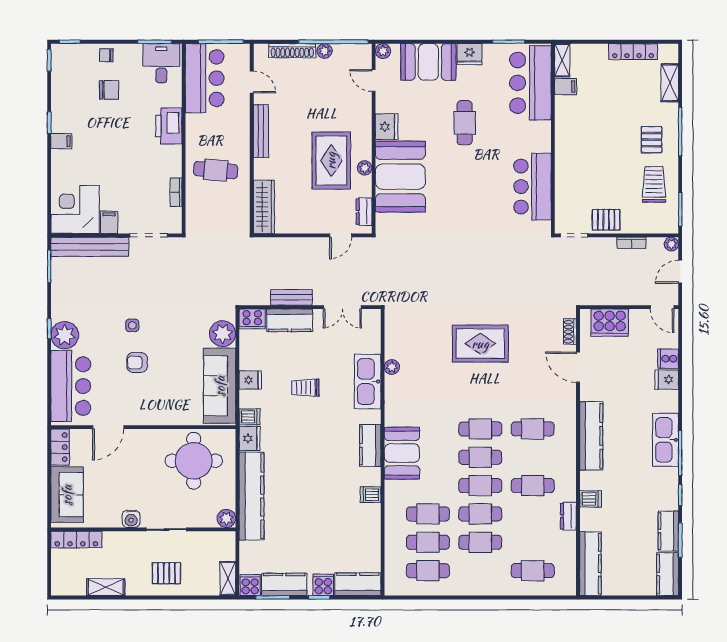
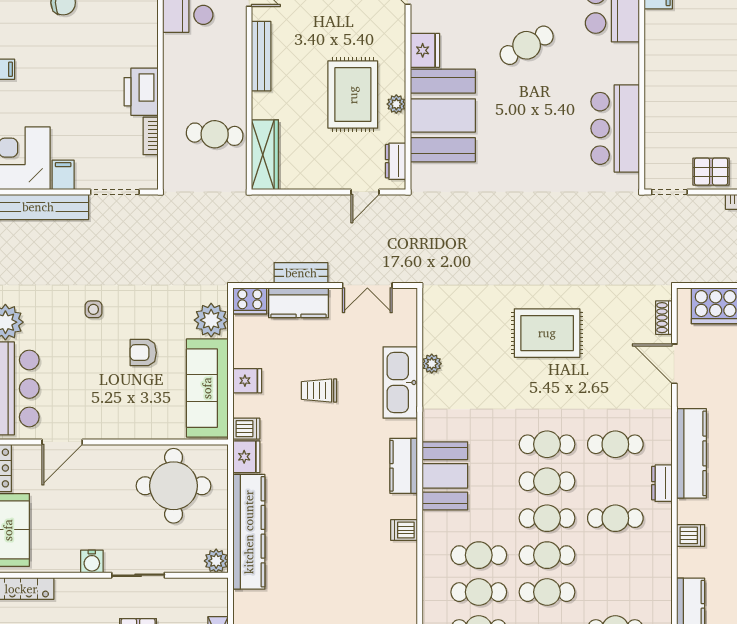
cafe table: (465, 123) -> (527, 45), turned 61
printer: (169, 126) -> (141, 92), moved
cafe table: (216, 170) -> (215, 134), moved
armchair: (137, 362) -> (143, 353), moved
dresser: (568, 516) -> (662, 483), moved

